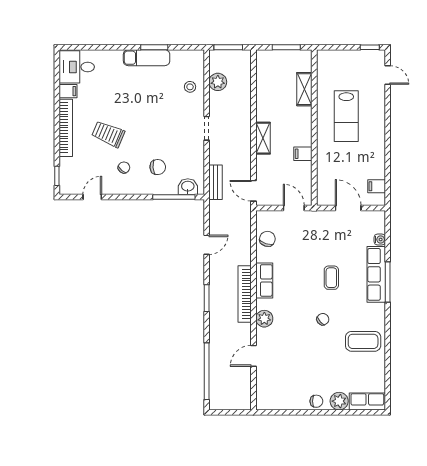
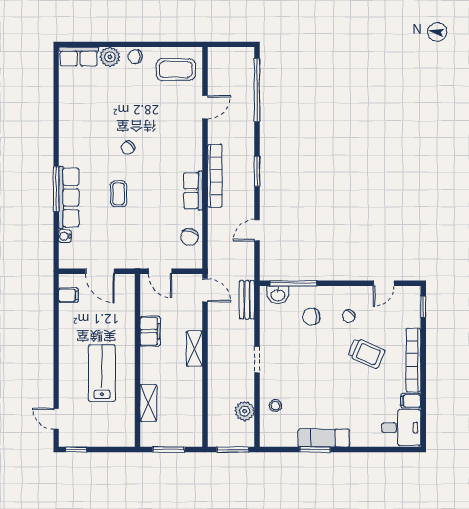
filing cabinet: (303, 154) -> (150, 331), width x2.00
plant: (264, 319) -> (193, 148), removed
coffee table: (363, 341) -> (176, 70), moved

